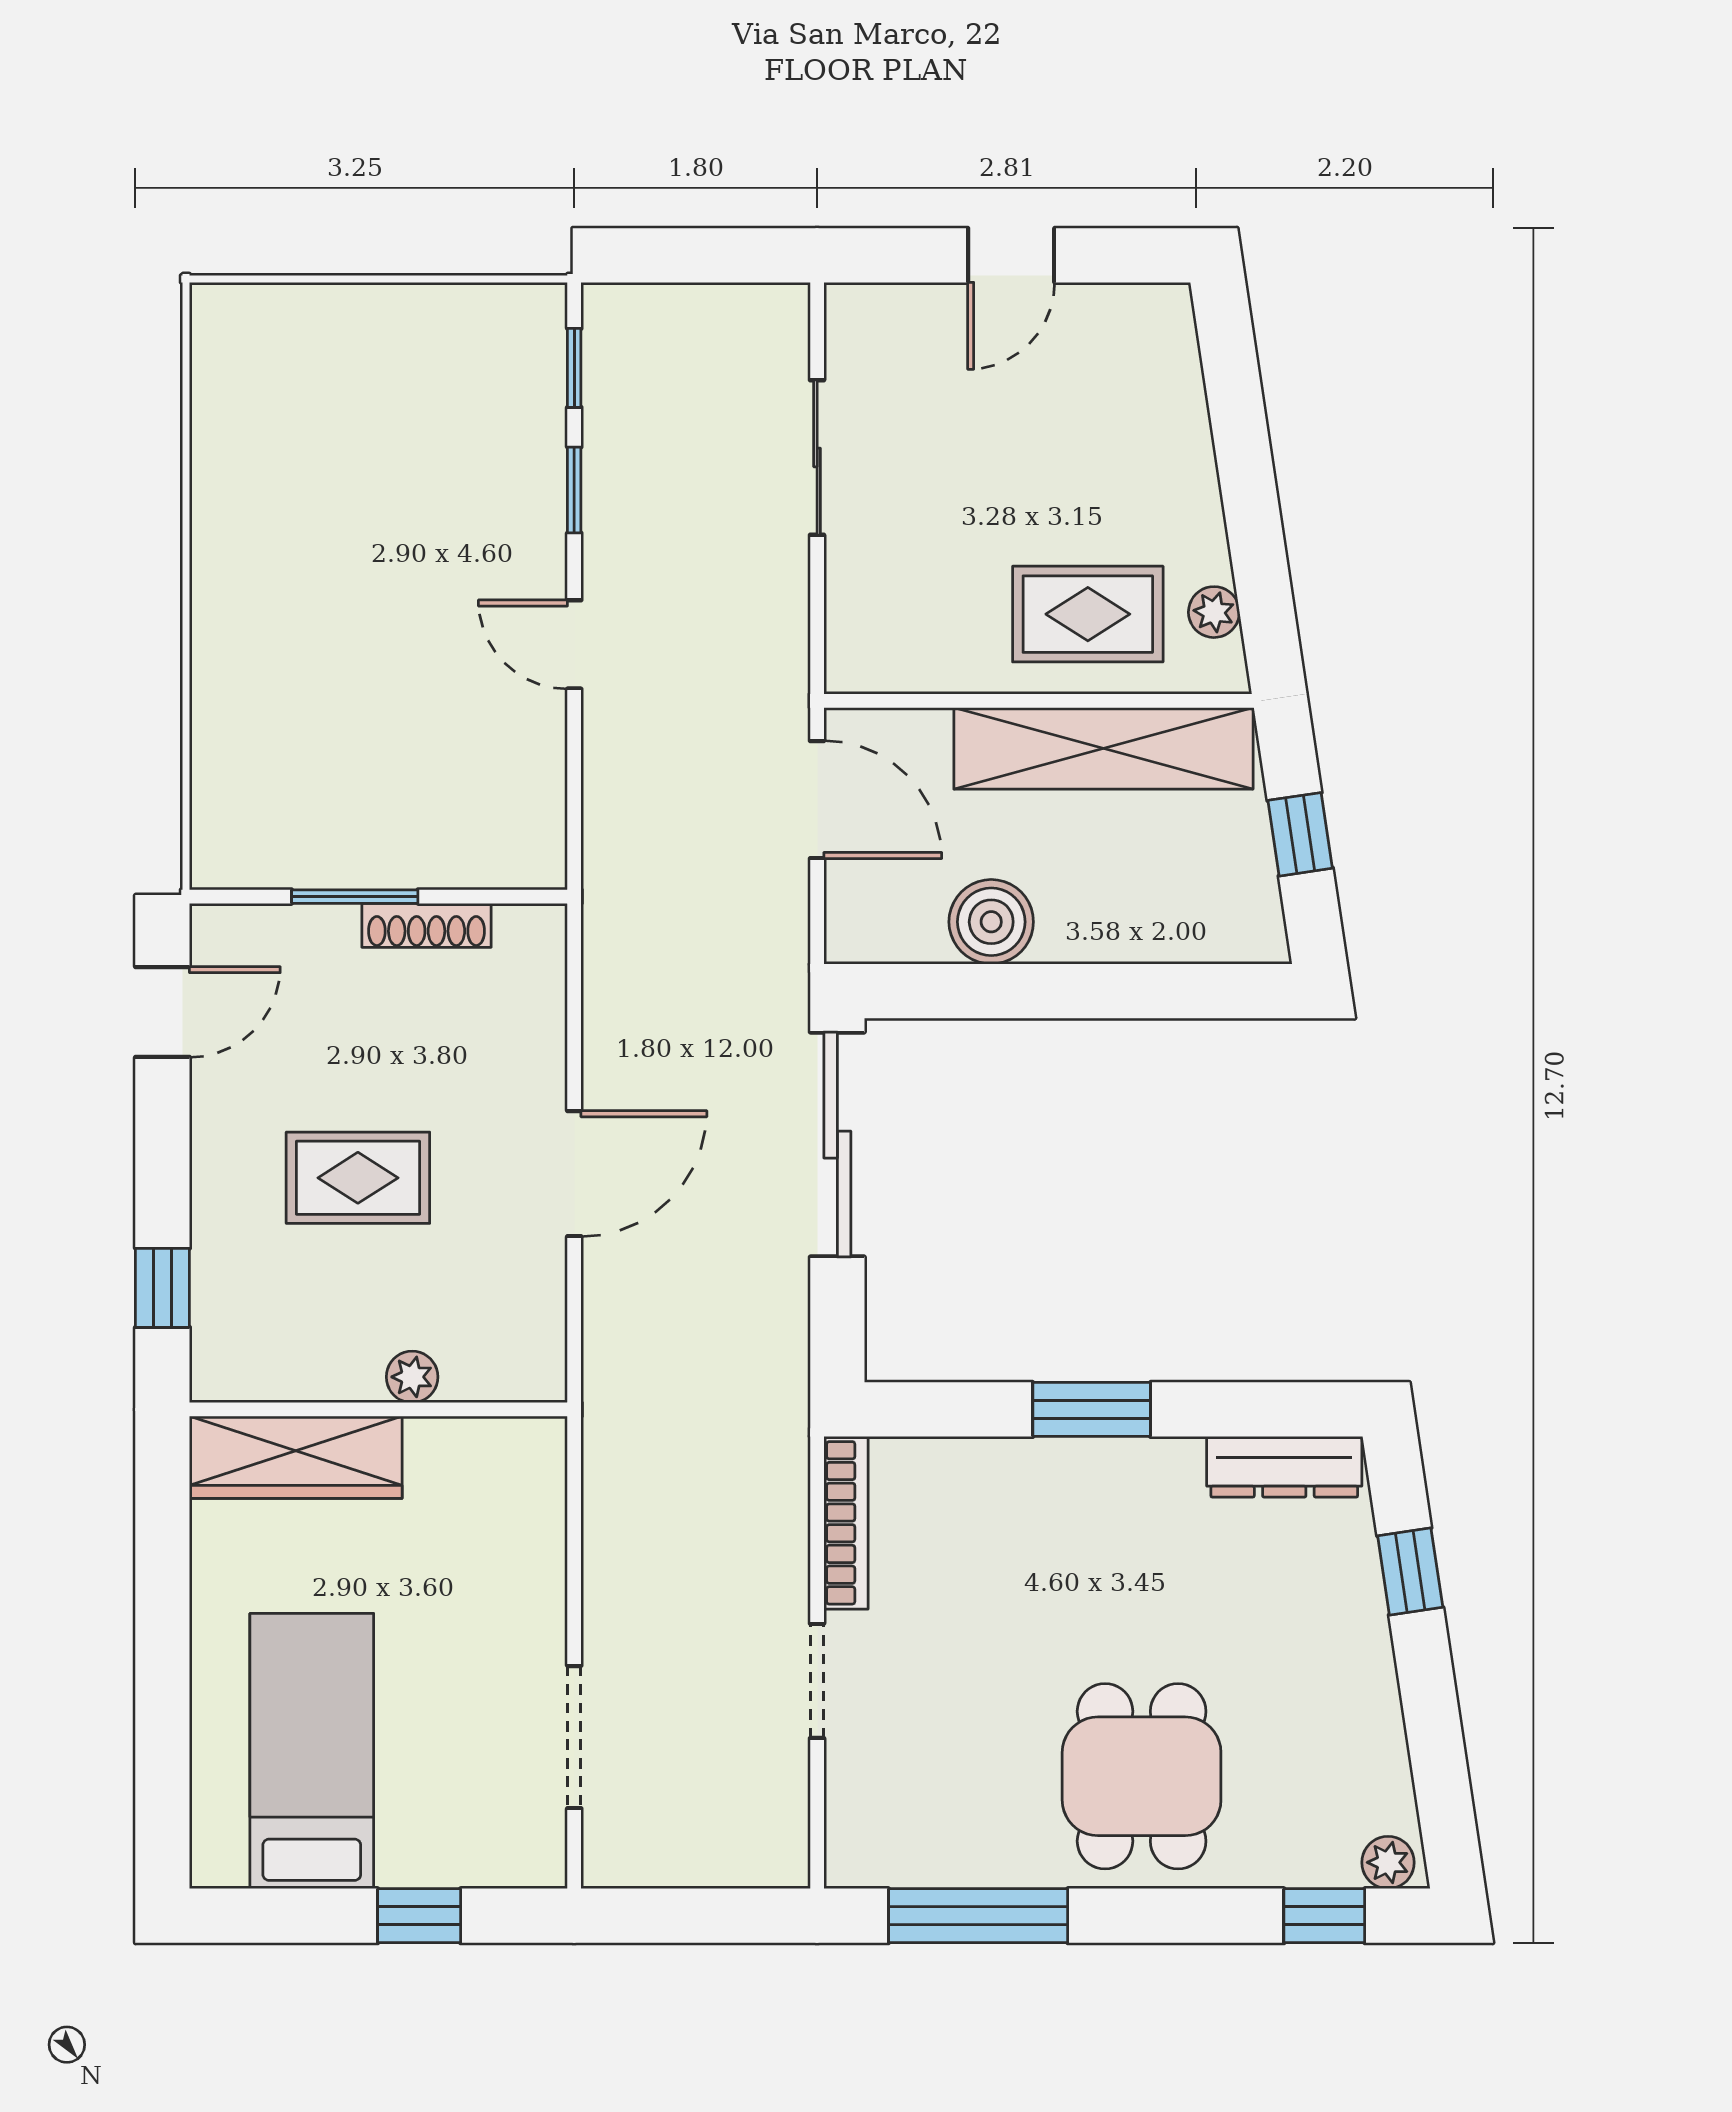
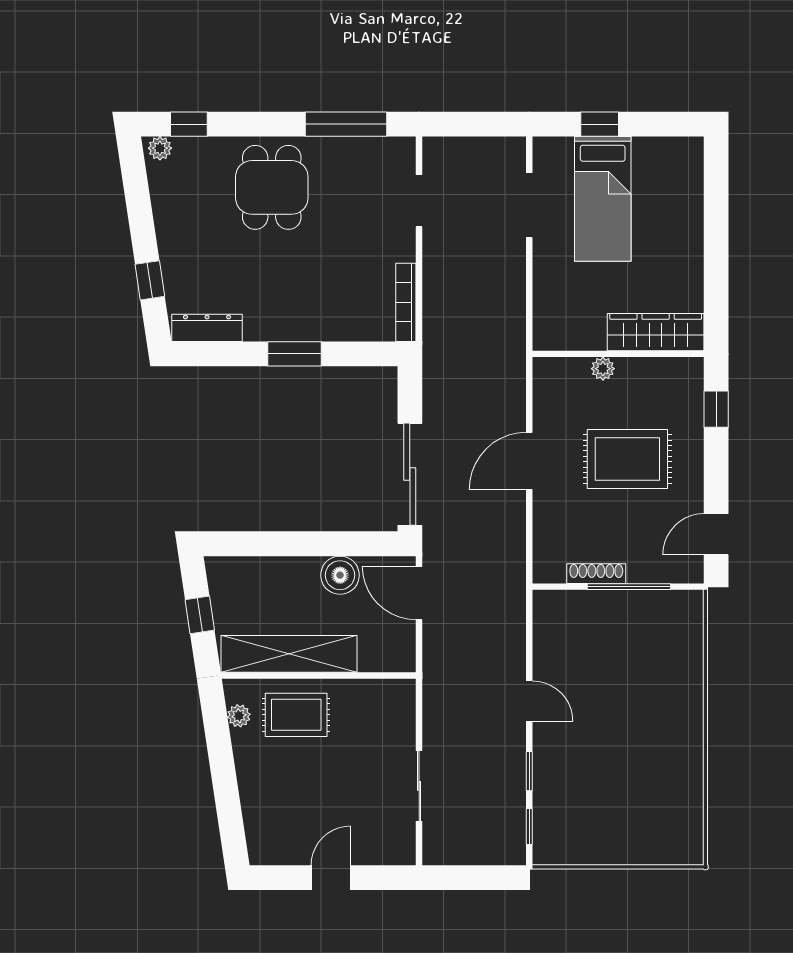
door: (817, 800) -> (419, 593), moved
window: (355, 897) -> (629, 587), width x1.44
rug: (358, 1178) -> (627, 459), width x1.36, depth x1.43
doorway: (817, 1681) -> (419, 201), moved
bed: (312, 1751) -> (603, 199), moved

